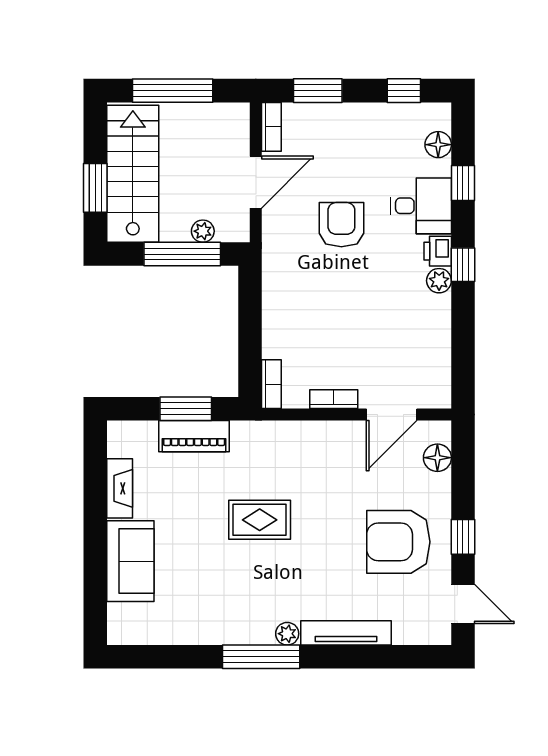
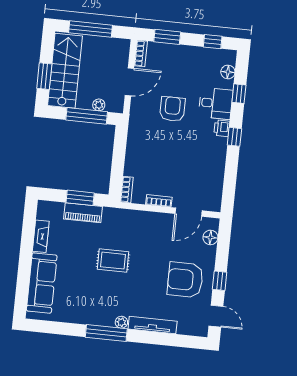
plant: (439, 281) -> (221, 144), removed
sofa: (130, 561) -> (42, 283), width x1.36

